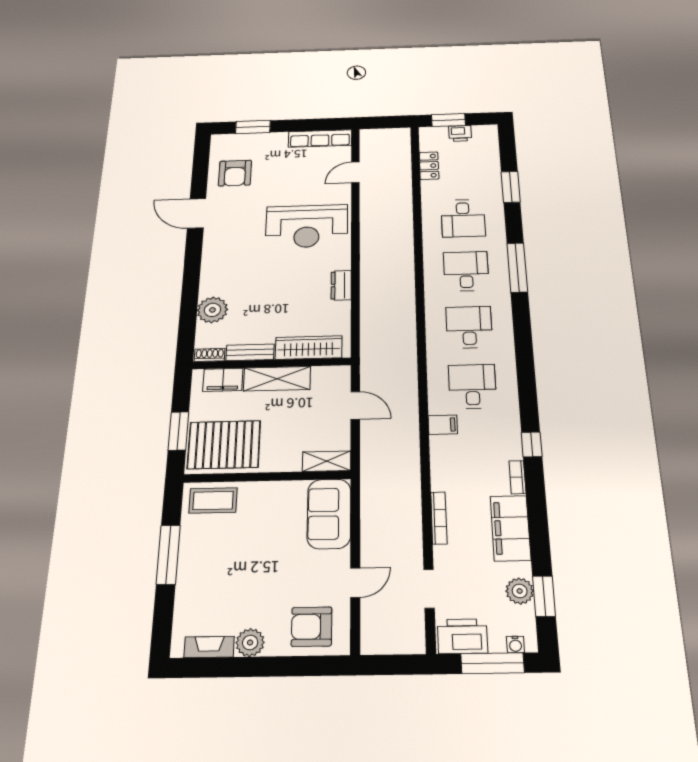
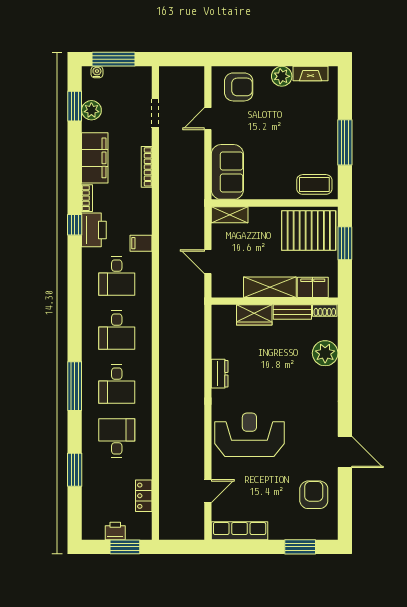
wardrobe: (309, 348) -> (254, 315), width x0.67
printer: (462, 636) -> (94, 230), moved, turned -90

